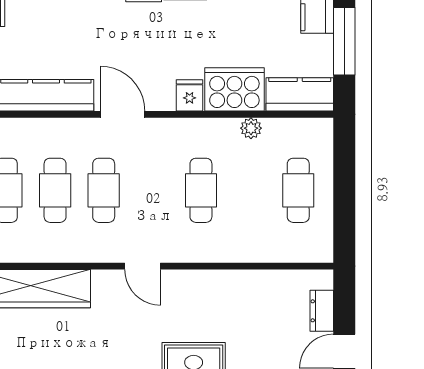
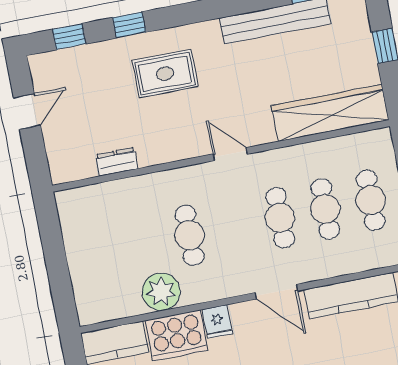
plant: (251, 128) -> (161, 292), width x1.88, depth x1.88
cafe table: (298, 190) -> (99, 253), removed
dresser: (322, 311) -> (117, 162), moved, turned -90

